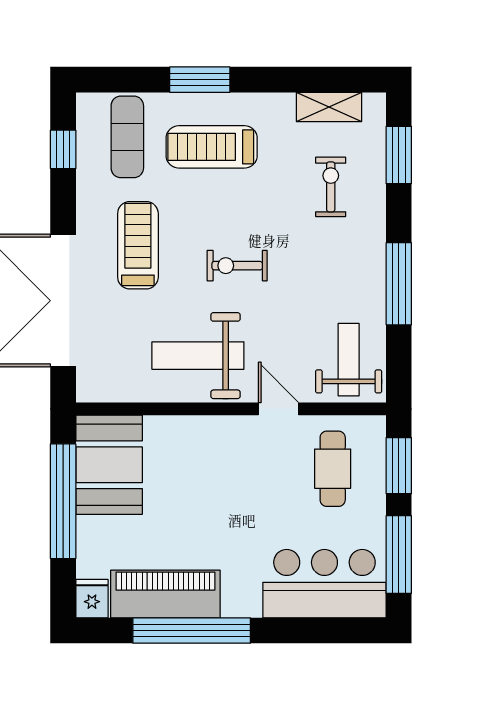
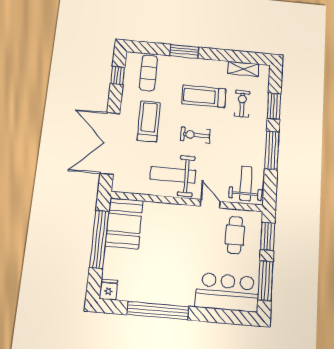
treadmill: (212, 147) -> (204, 96), moved
window: (399, 155) -> (274, 106), moved
piano: (165, 594) -> (146, 291), removed

